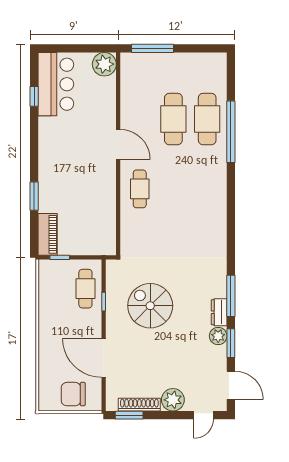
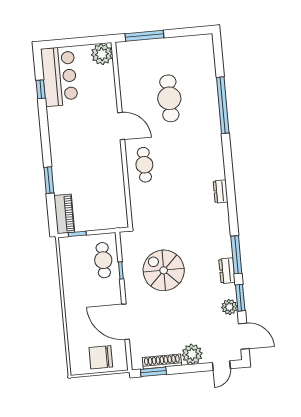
cafe table: (207, 119) -> (200, 96), removed
dresser: (220, 225) -> (221, 191), added
plant: (218, 336) -> (229, 307), moved

